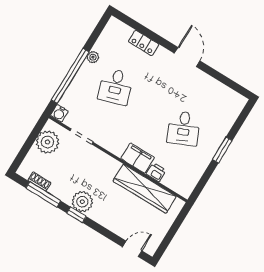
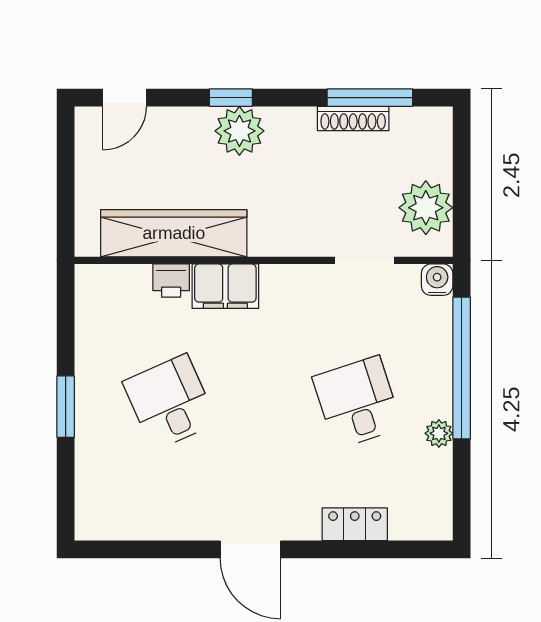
shoe rack: (39, 182) -> (353, 119), moved, width x1.43
plant: (82, 202) -> (239, 131), moved
window: (77, 215) -> (231, 98), moved

